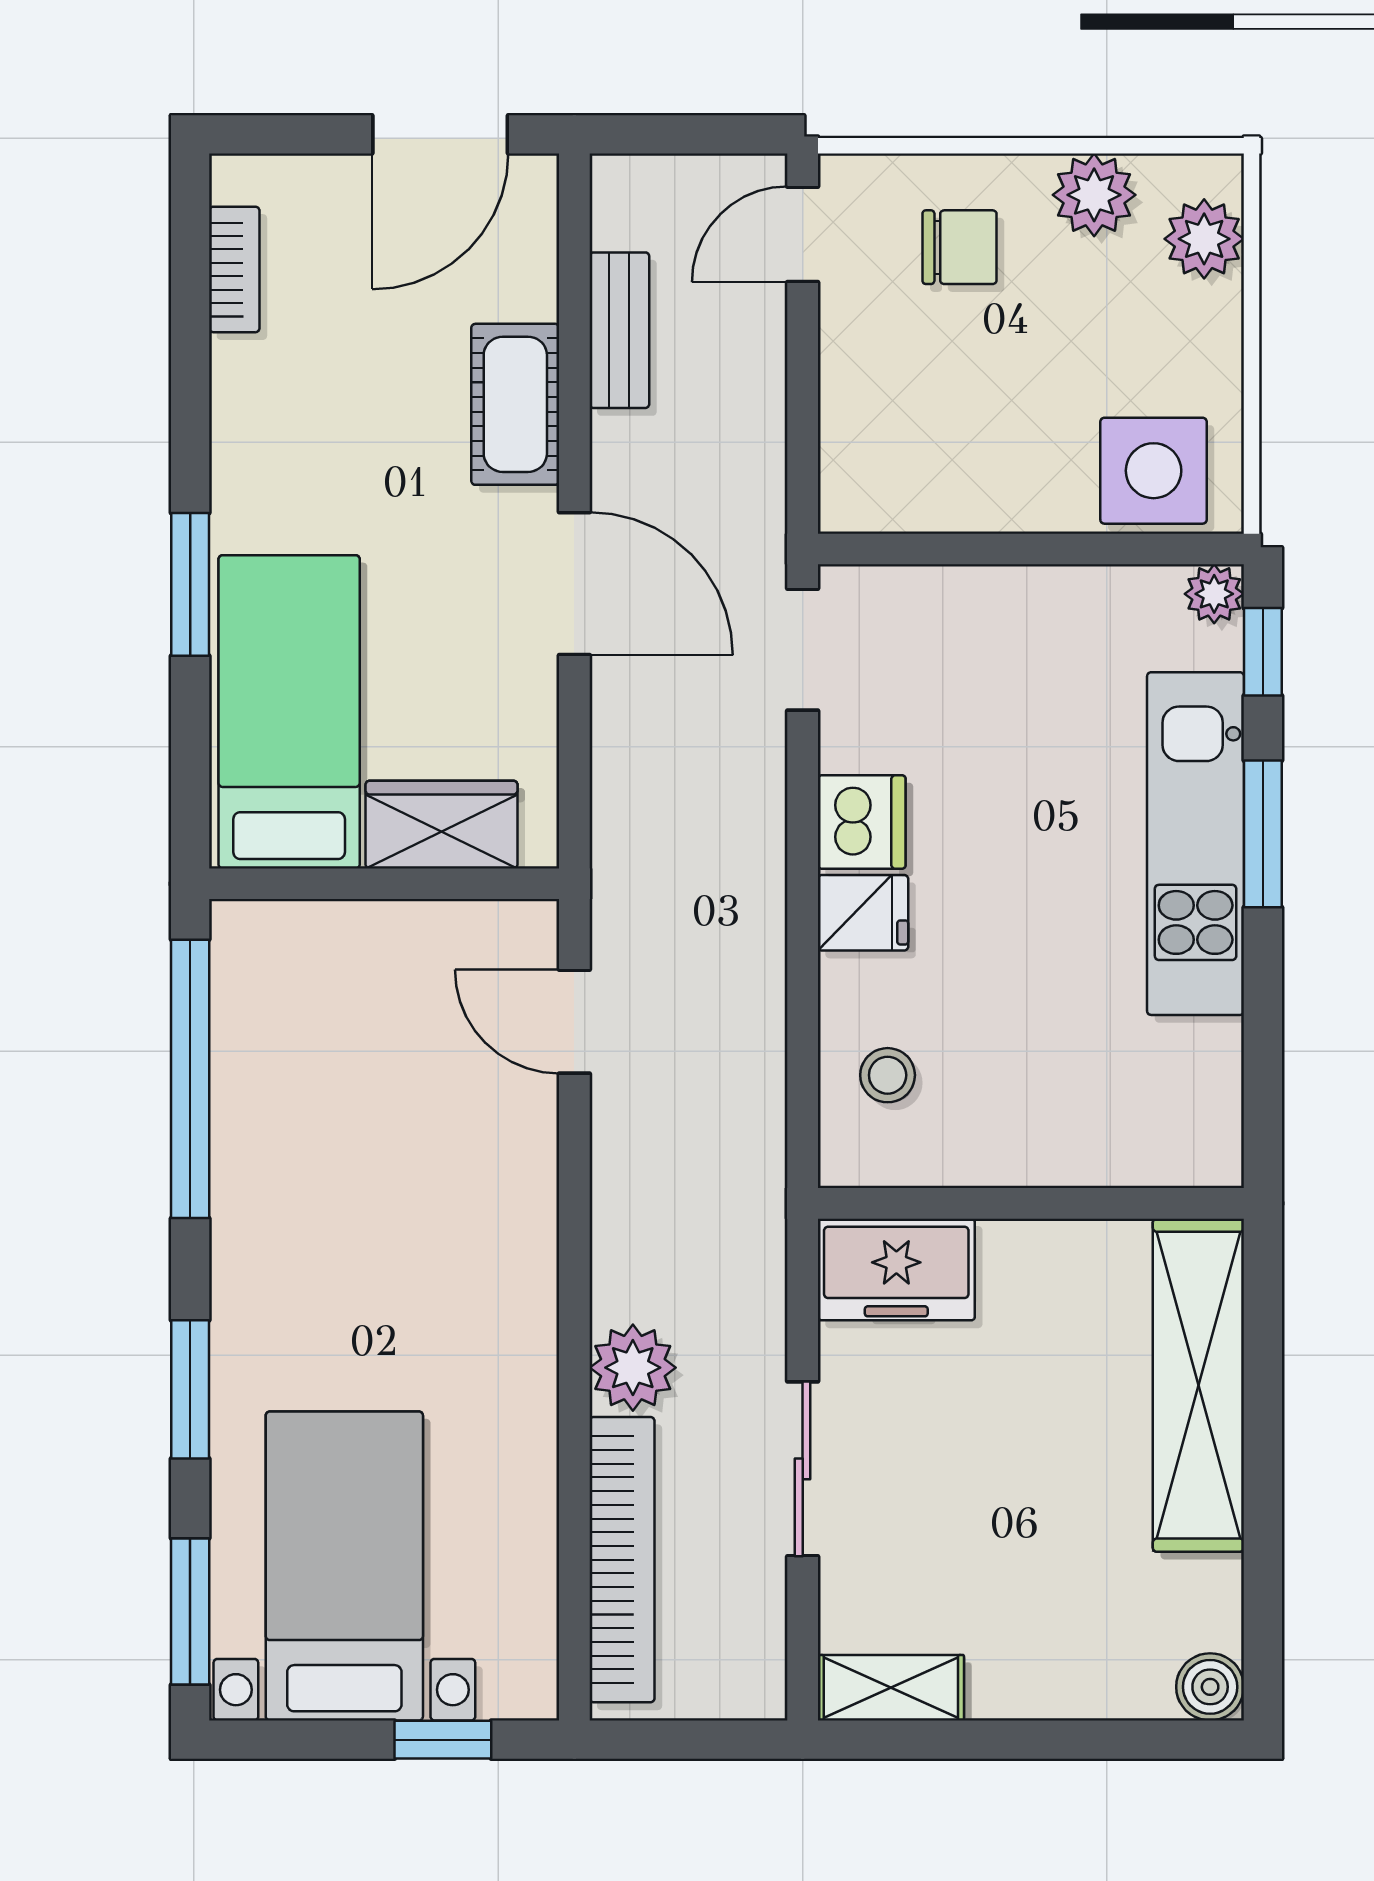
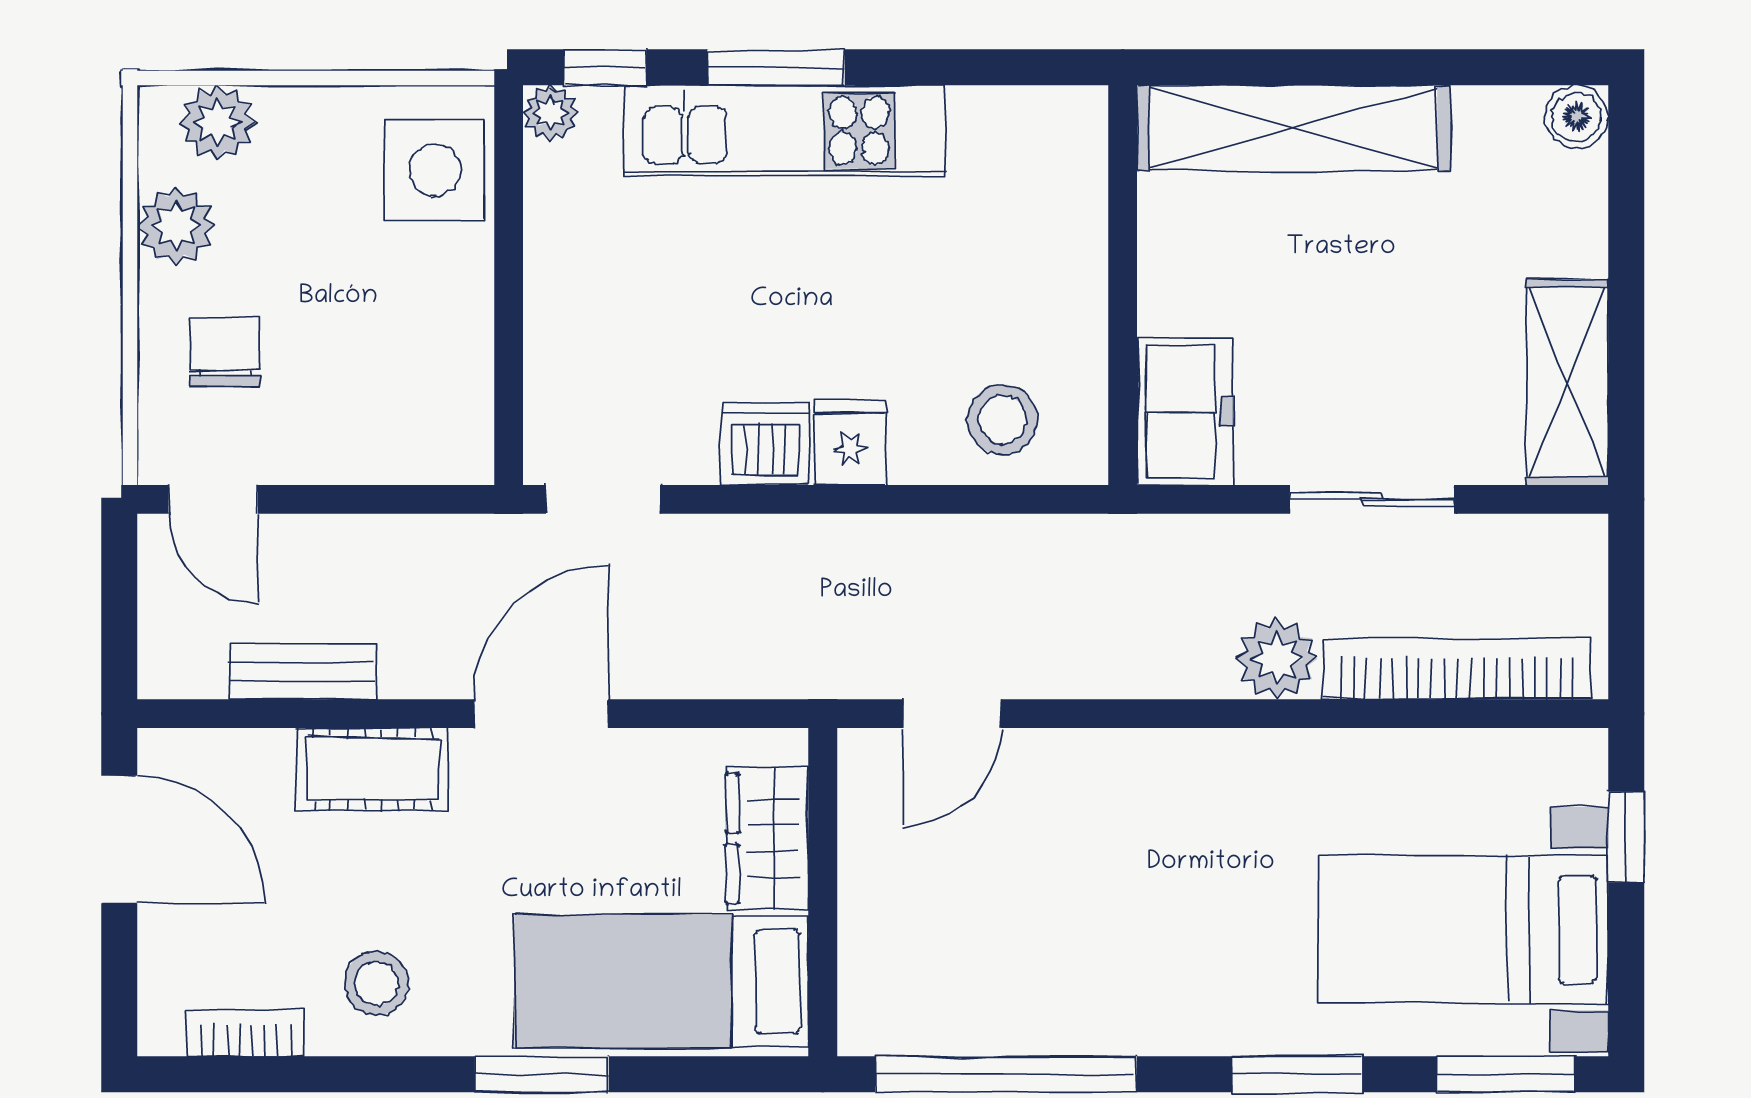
stool: (287, 408) -> (377, 983), added
stool: (888, 1075) -> (1002, 420), width x1.37, depth x1.37
shelving: (891, 1688) -> (1567, 382), width x1.50, depth x1.33

